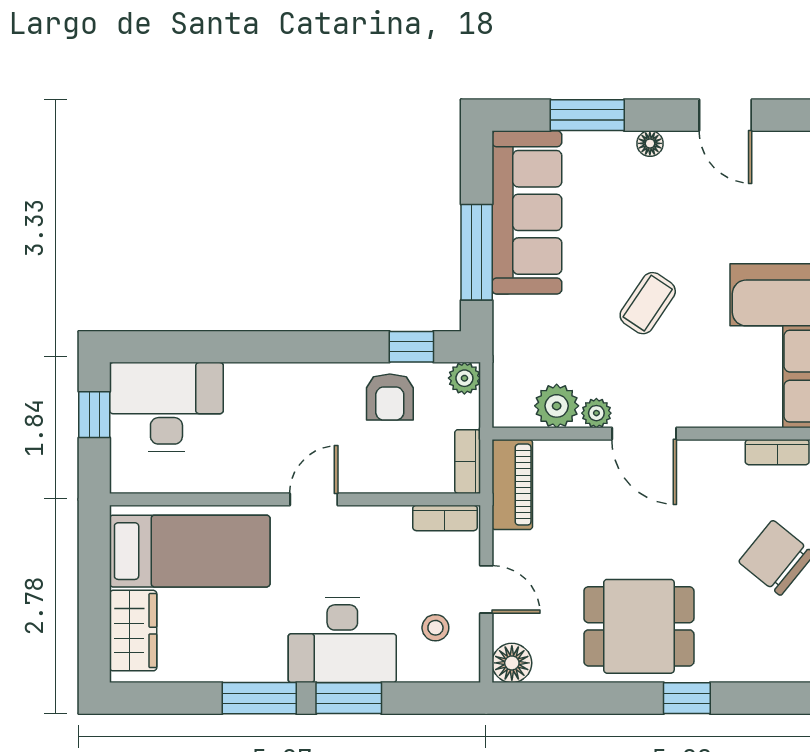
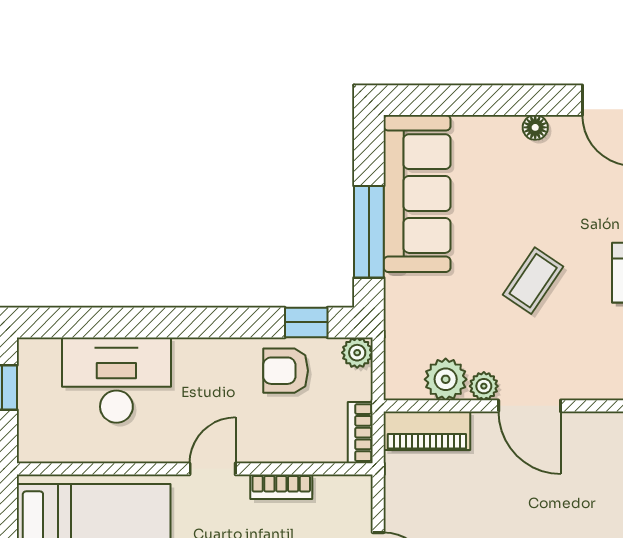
window: (587, 115) -> (475, 100), removed
armchair: (390, 397) -> (286, 371), turned 90
desk: (166, 407) -> (116, 380), moved
piano: (512, 485) -> (427, 431), moved, turned 90
bookcase: (445, 518) -> (281, 487), moved

